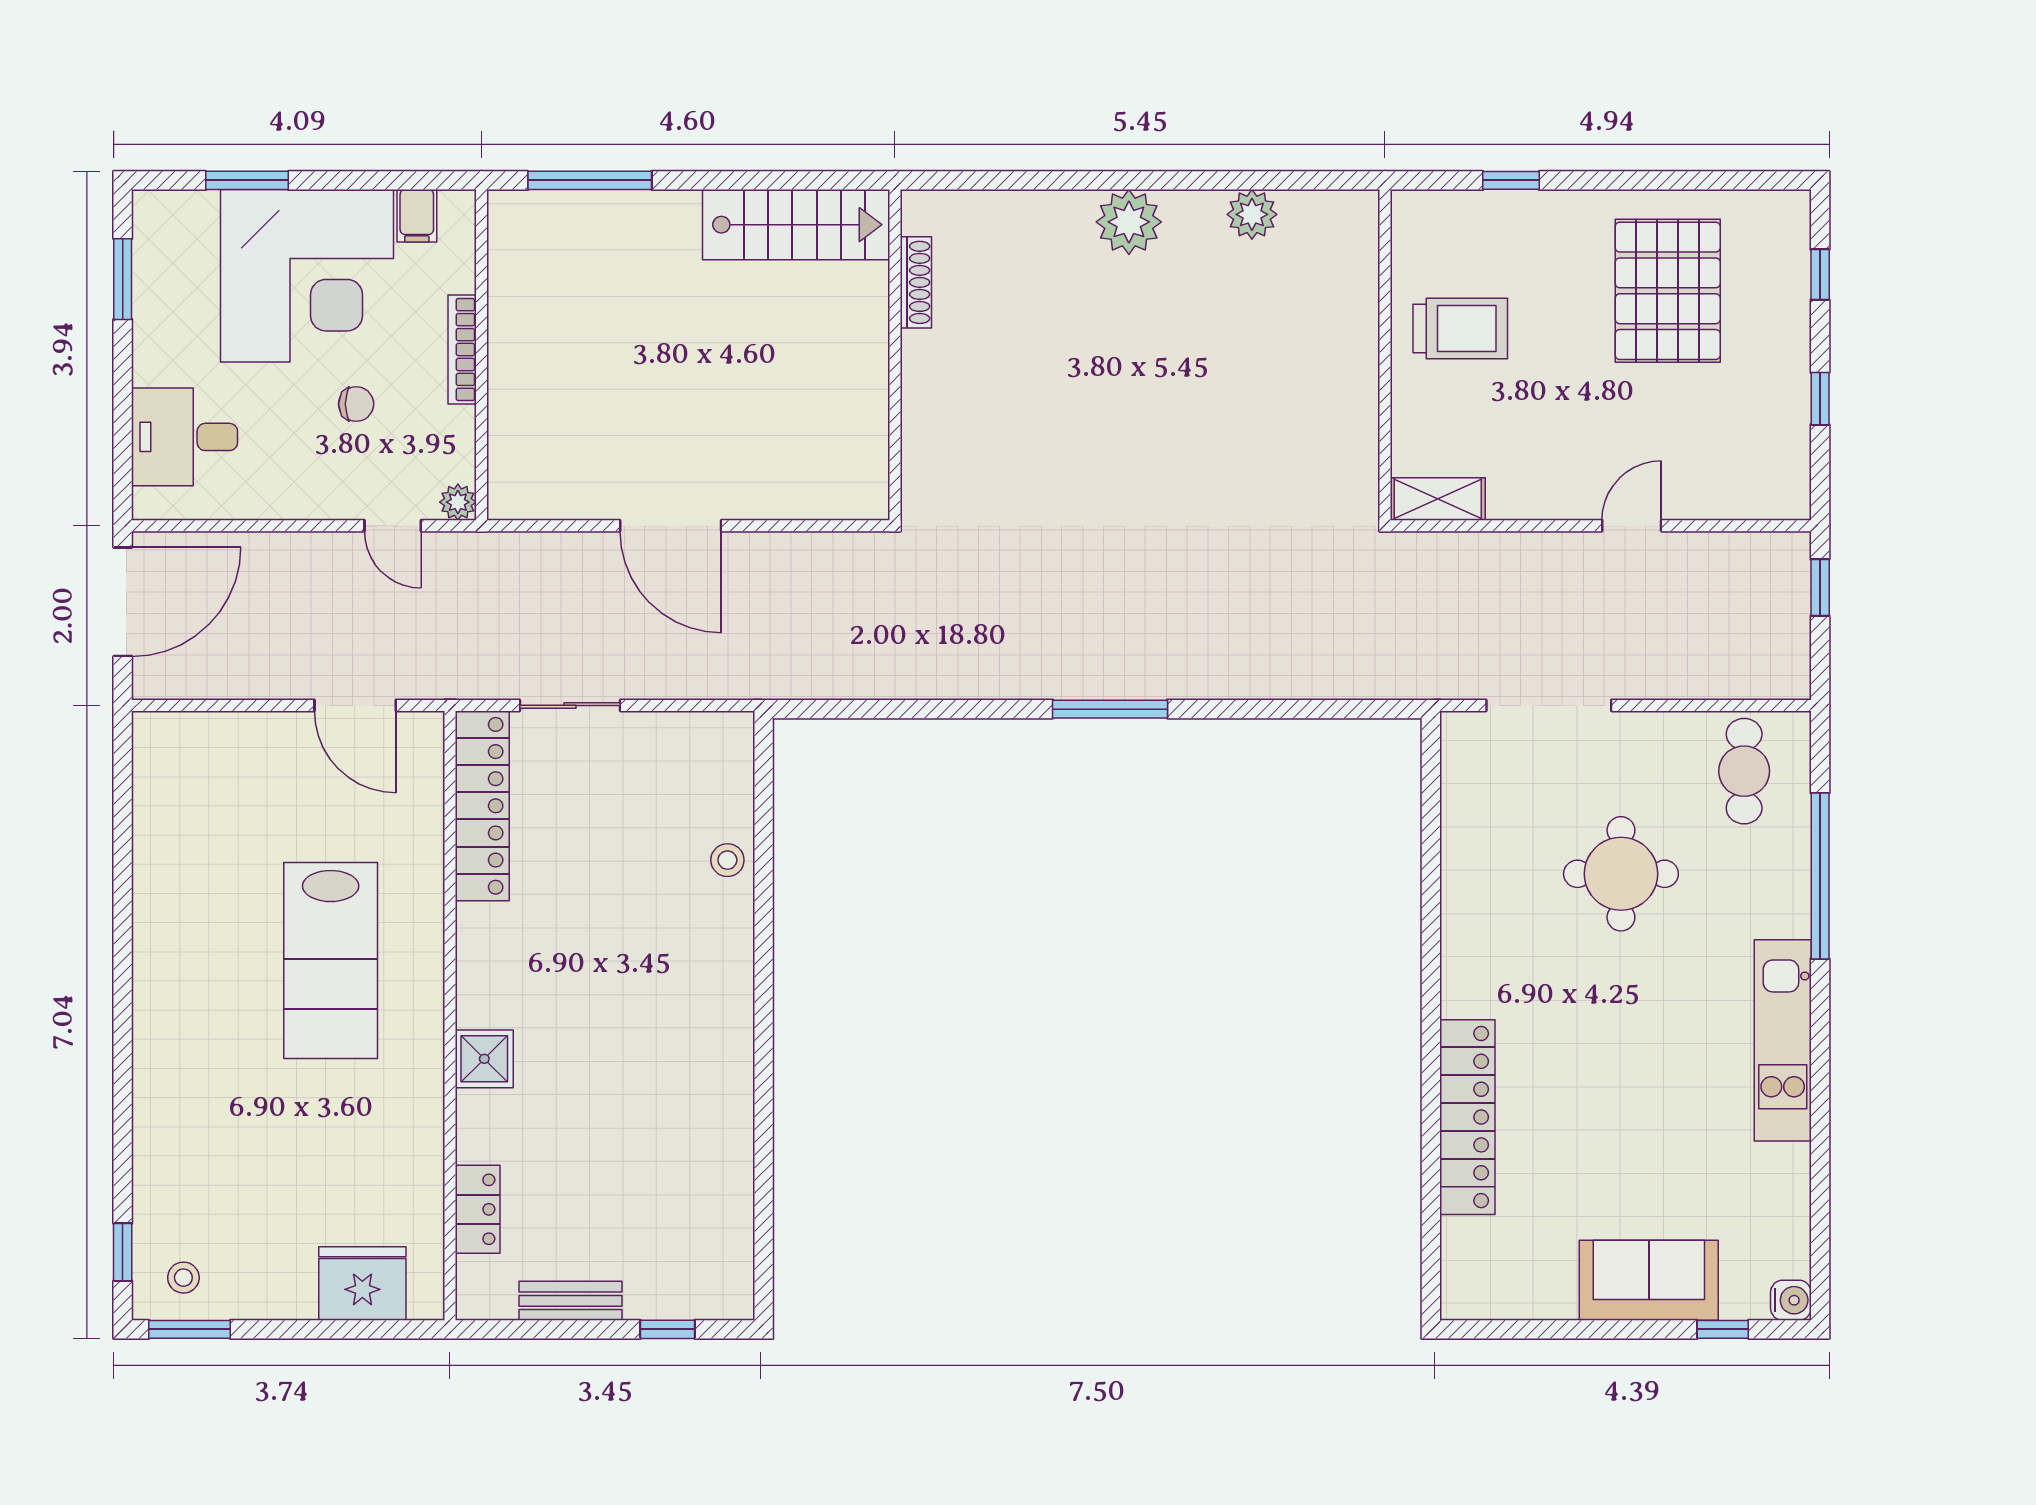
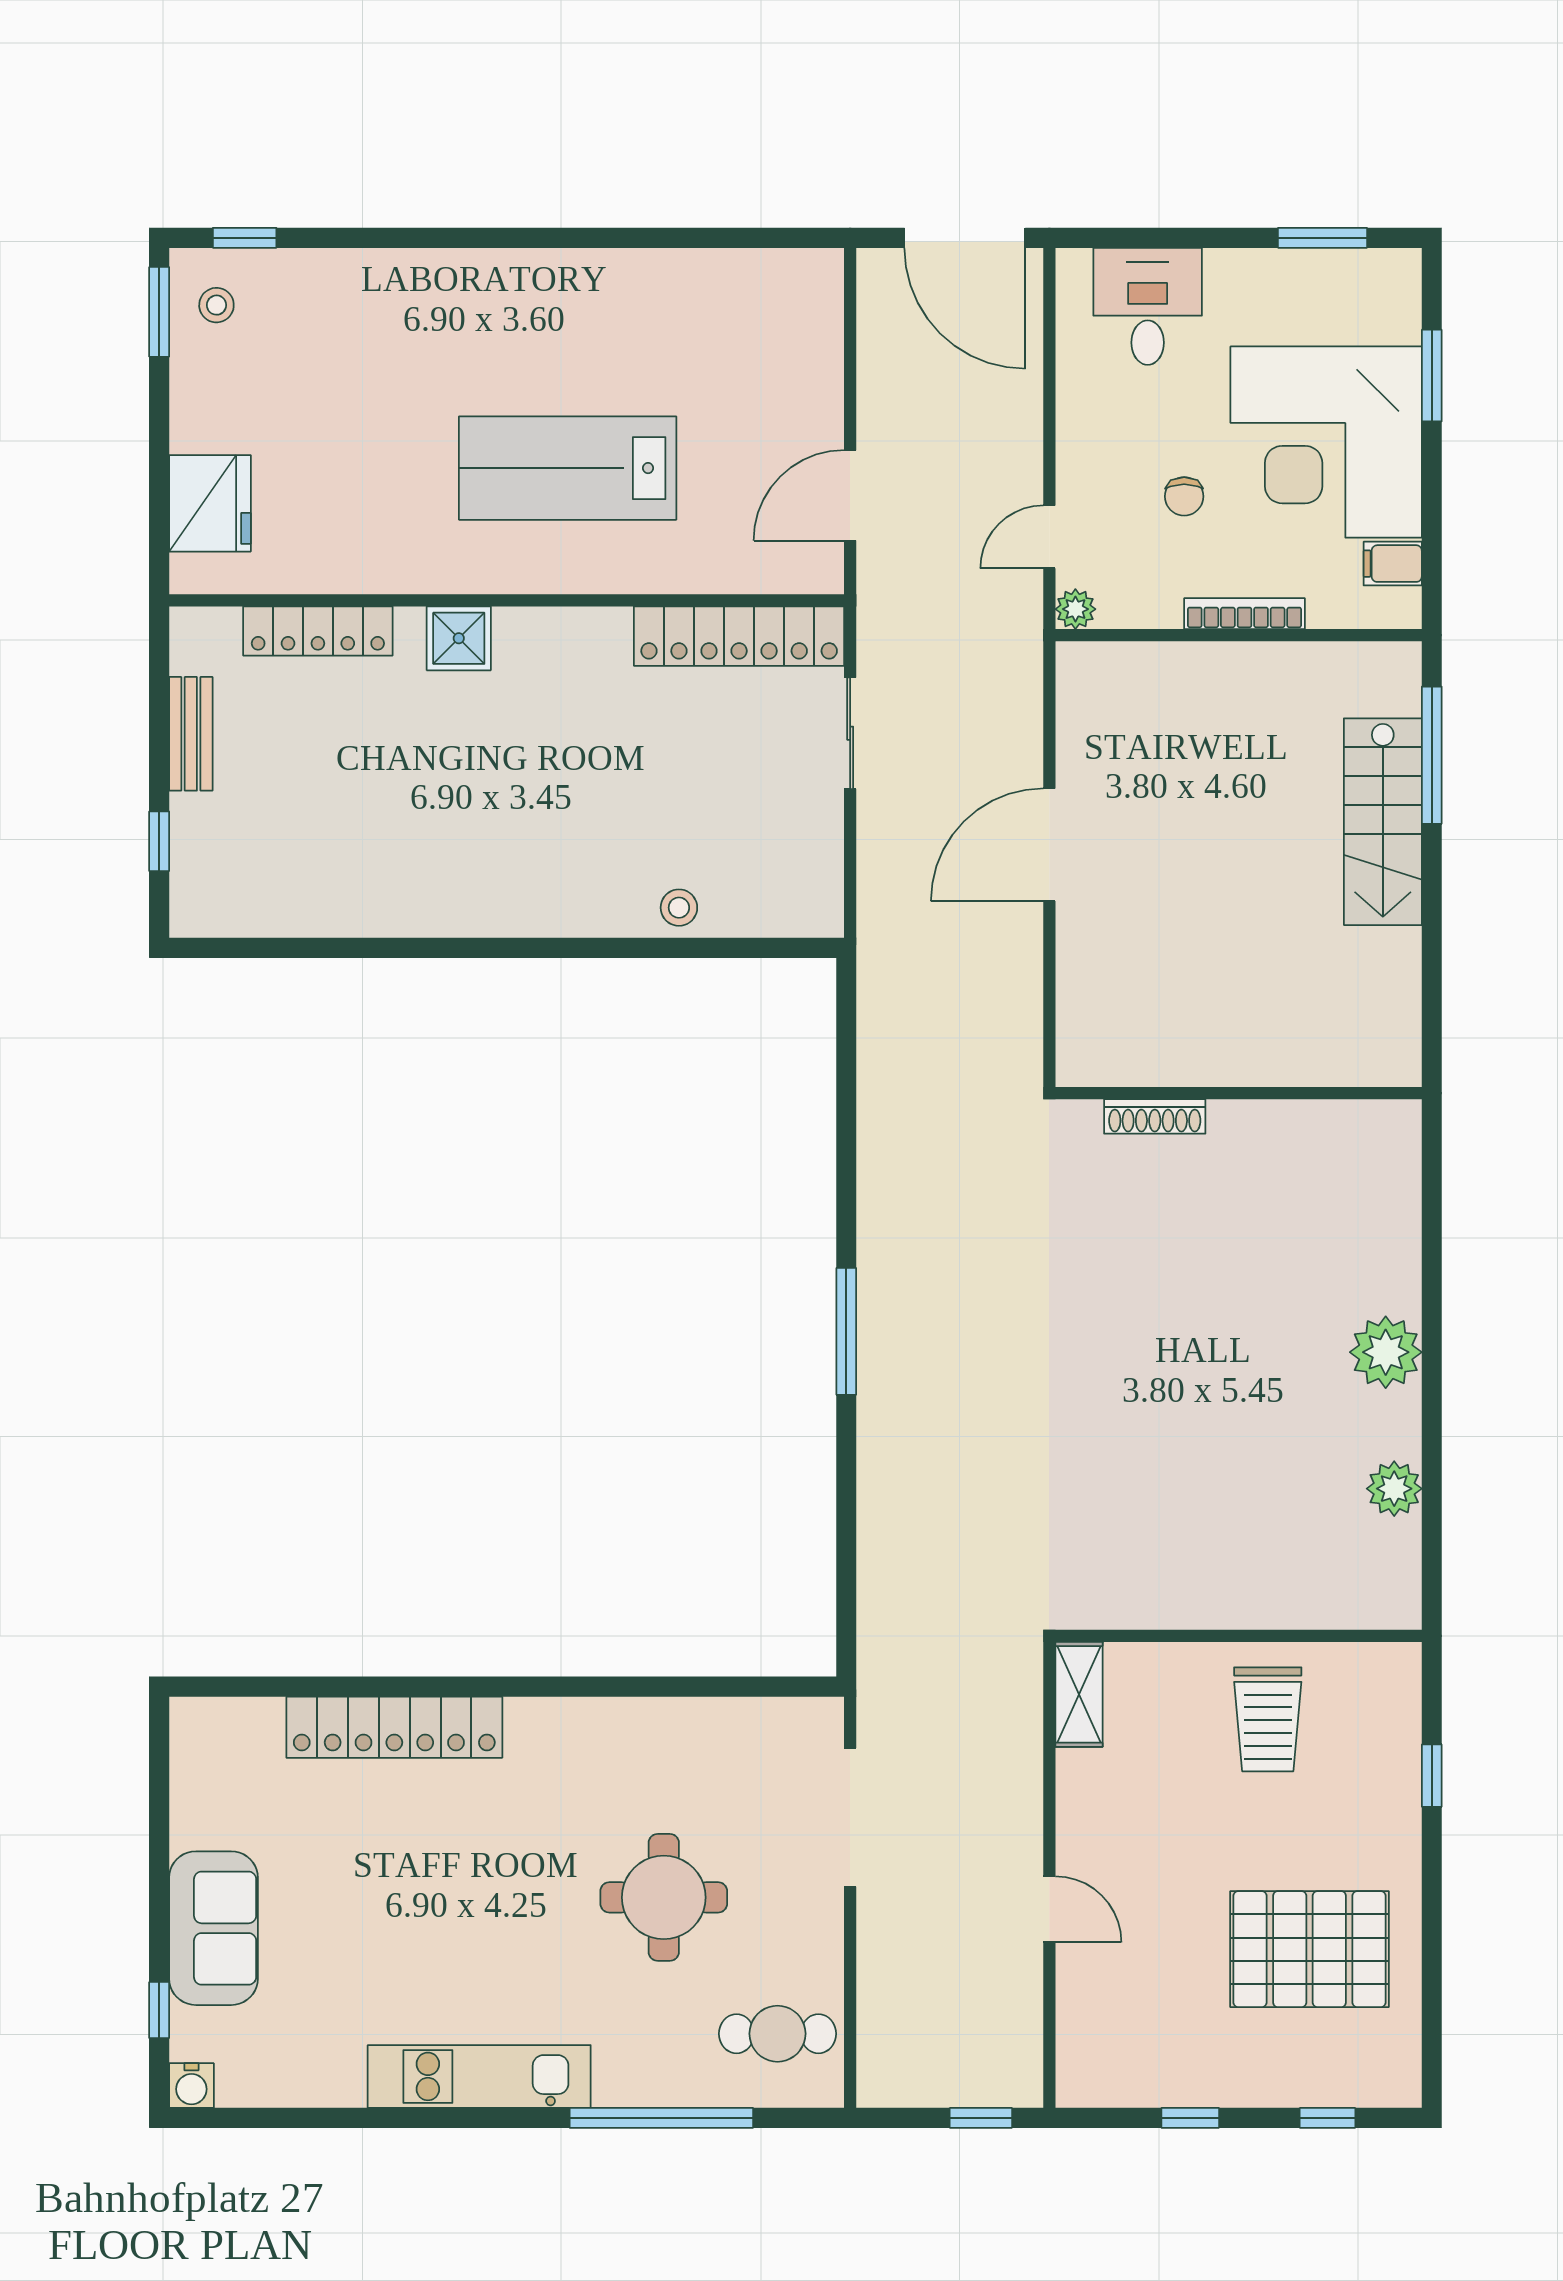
stairs: (796, 225) -> (1383, 822), moved
shoe rack: (916, 282) -> (1155, 1116), moved
locker: (478, 1209) -> (318, 631), width x1.53

